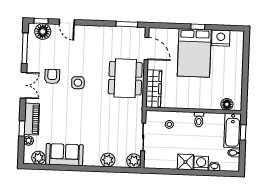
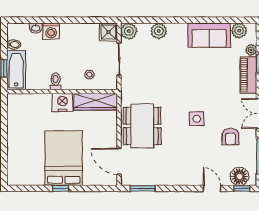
nightstand: (221, 38) -> (62, 102), moved, turned 180
armchair: (52, 76) -> (231, 137), moved
wardrobe: (154, 89) -> (96, 102), moved, turned -90
floor lamp: (227, 104) -> (24, 100), removed
shower: (185, 162) -> (108, 32), moved

